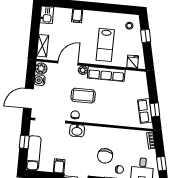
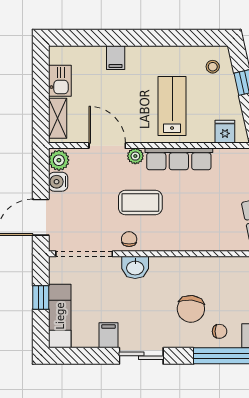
kitchen sink: (47, 15) -> (60, 81), moved
lab bench: (105, 45) -> (172, 106), turned 180
door: (68, 63) -> (107, 146), hinge flipped

